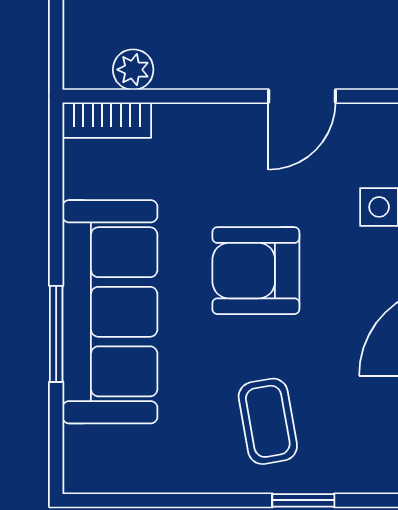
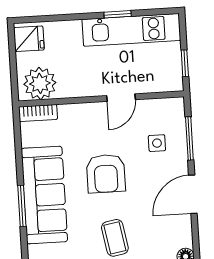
plant: (133, 70) -> (40, 83), width x1.87, depth x1.87
armchair: (256, 271) -> (106, 174), turned -90

